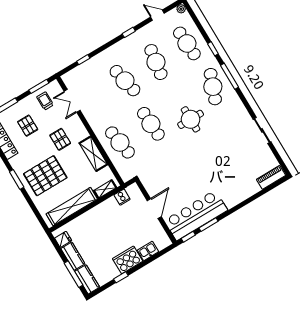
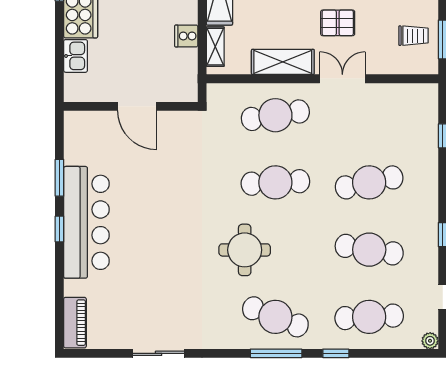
double door: (72, 101) -> (342, 79), moved
cooker: (122, 197) -> (186, 36), moved
bar counter: (196, 215) -> (86, 222), moved
window: (188, 237) -> (59, 229), moved

